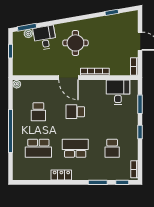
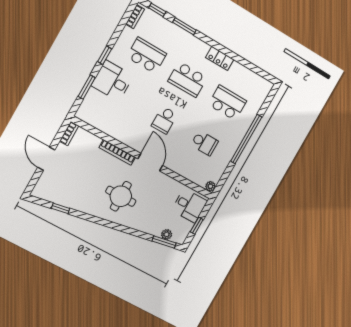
desk: (45, 38) -> (189, 206), moved, turned -80
desk: (118, 92) -> (112, 81), moved, turned 90
school desk: (38, 112) -> (204, 143), turned 90
school desk: (75, 112) -> (164, 120), turned 90
school desk: (112, 148) -> (147, 55), width x1.85

